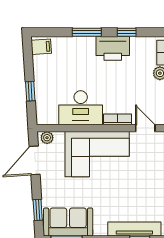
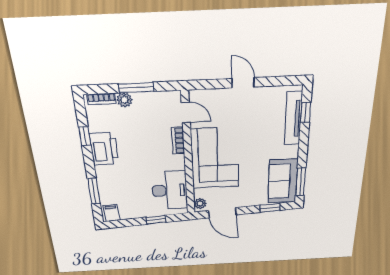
window: (87, 32) -> (94, 191), moved
desk: (81, 108) -> (170, 190), moved
door: (145, 128) -> (186, 112), swing flipped

